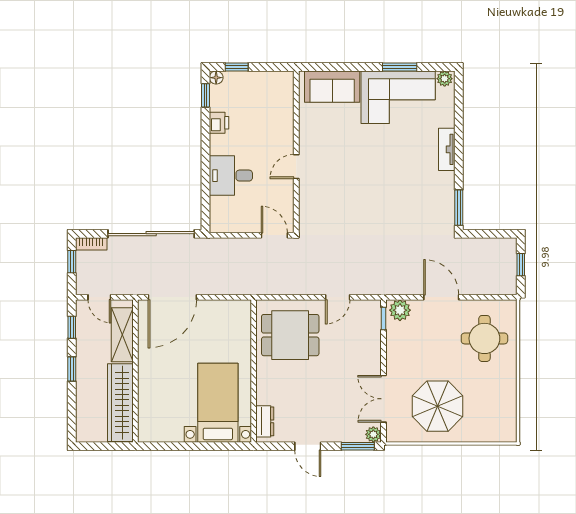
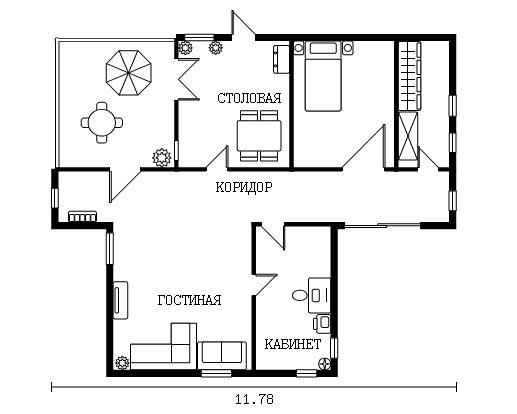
window: (400, 67) -> (216, 373), moved
desk: (231, 176) -> (312, 295), moved
bookcase: (91, 244) -> (82, 217), moved
door: (441, 297) -> (125, 169), hinge flipped
dining table: (290, 335) -> (259, 136), turned 90
round table: (484, 338) -> (102, 123), moved
plant: (339, 435) -> (216, 48), added

